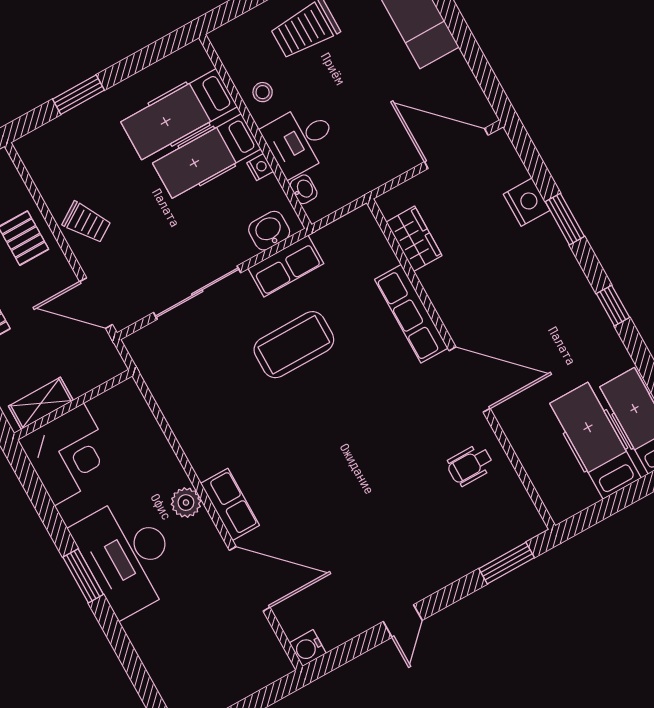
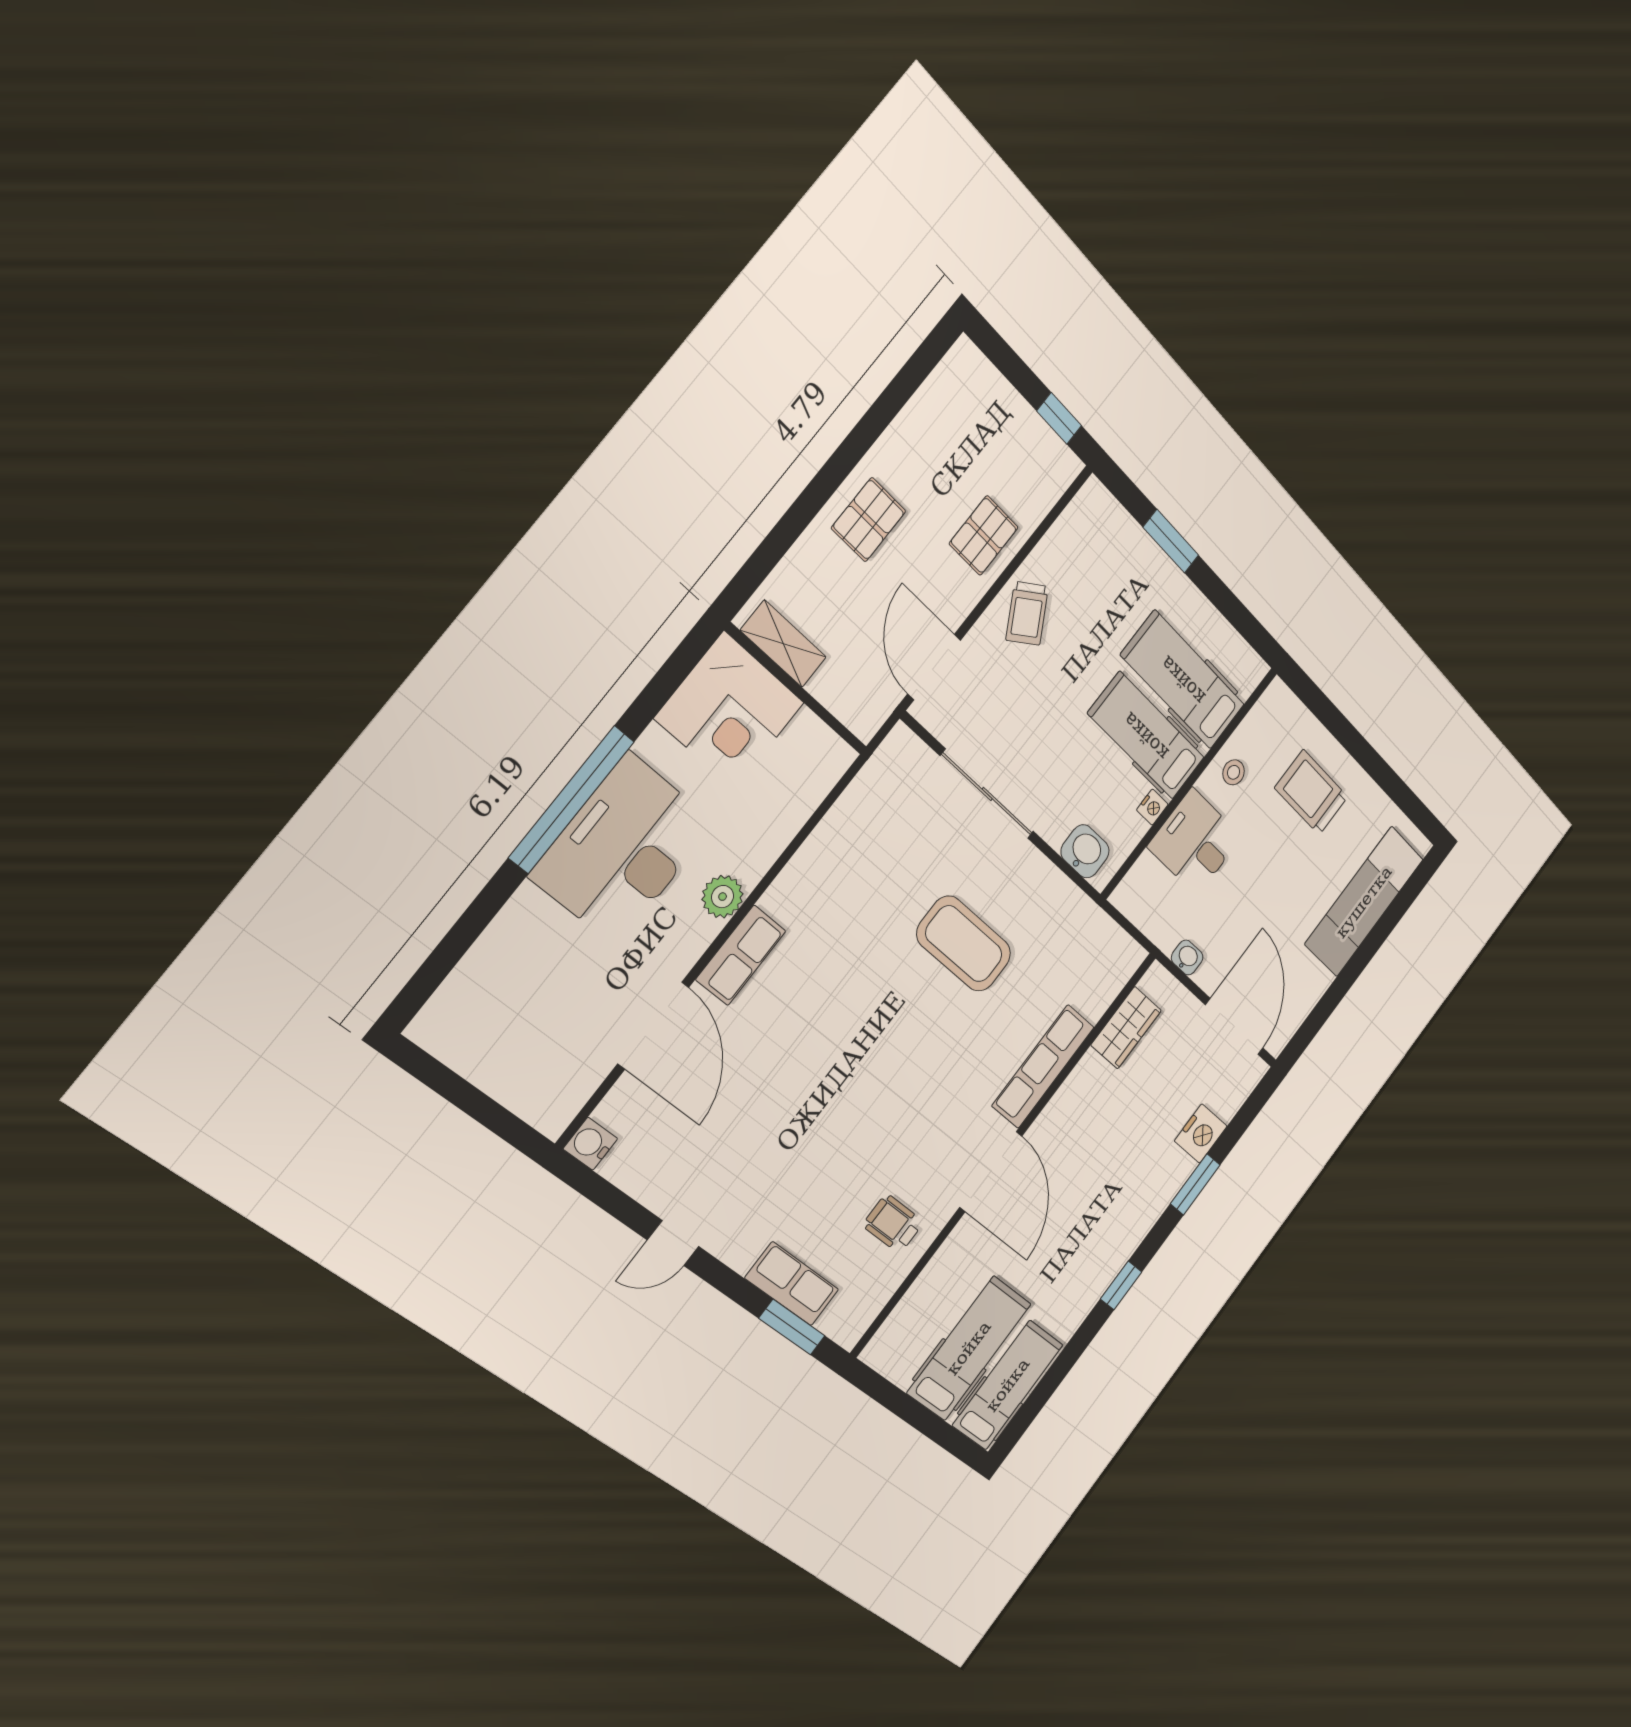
washbasin: (304, 189) -> (1187, 958), moved, turned -90
row of seats: (286, 266) -> (792, 1284), moved, turned 180
window: (83, 576) -> (572, 799), width x2.11

